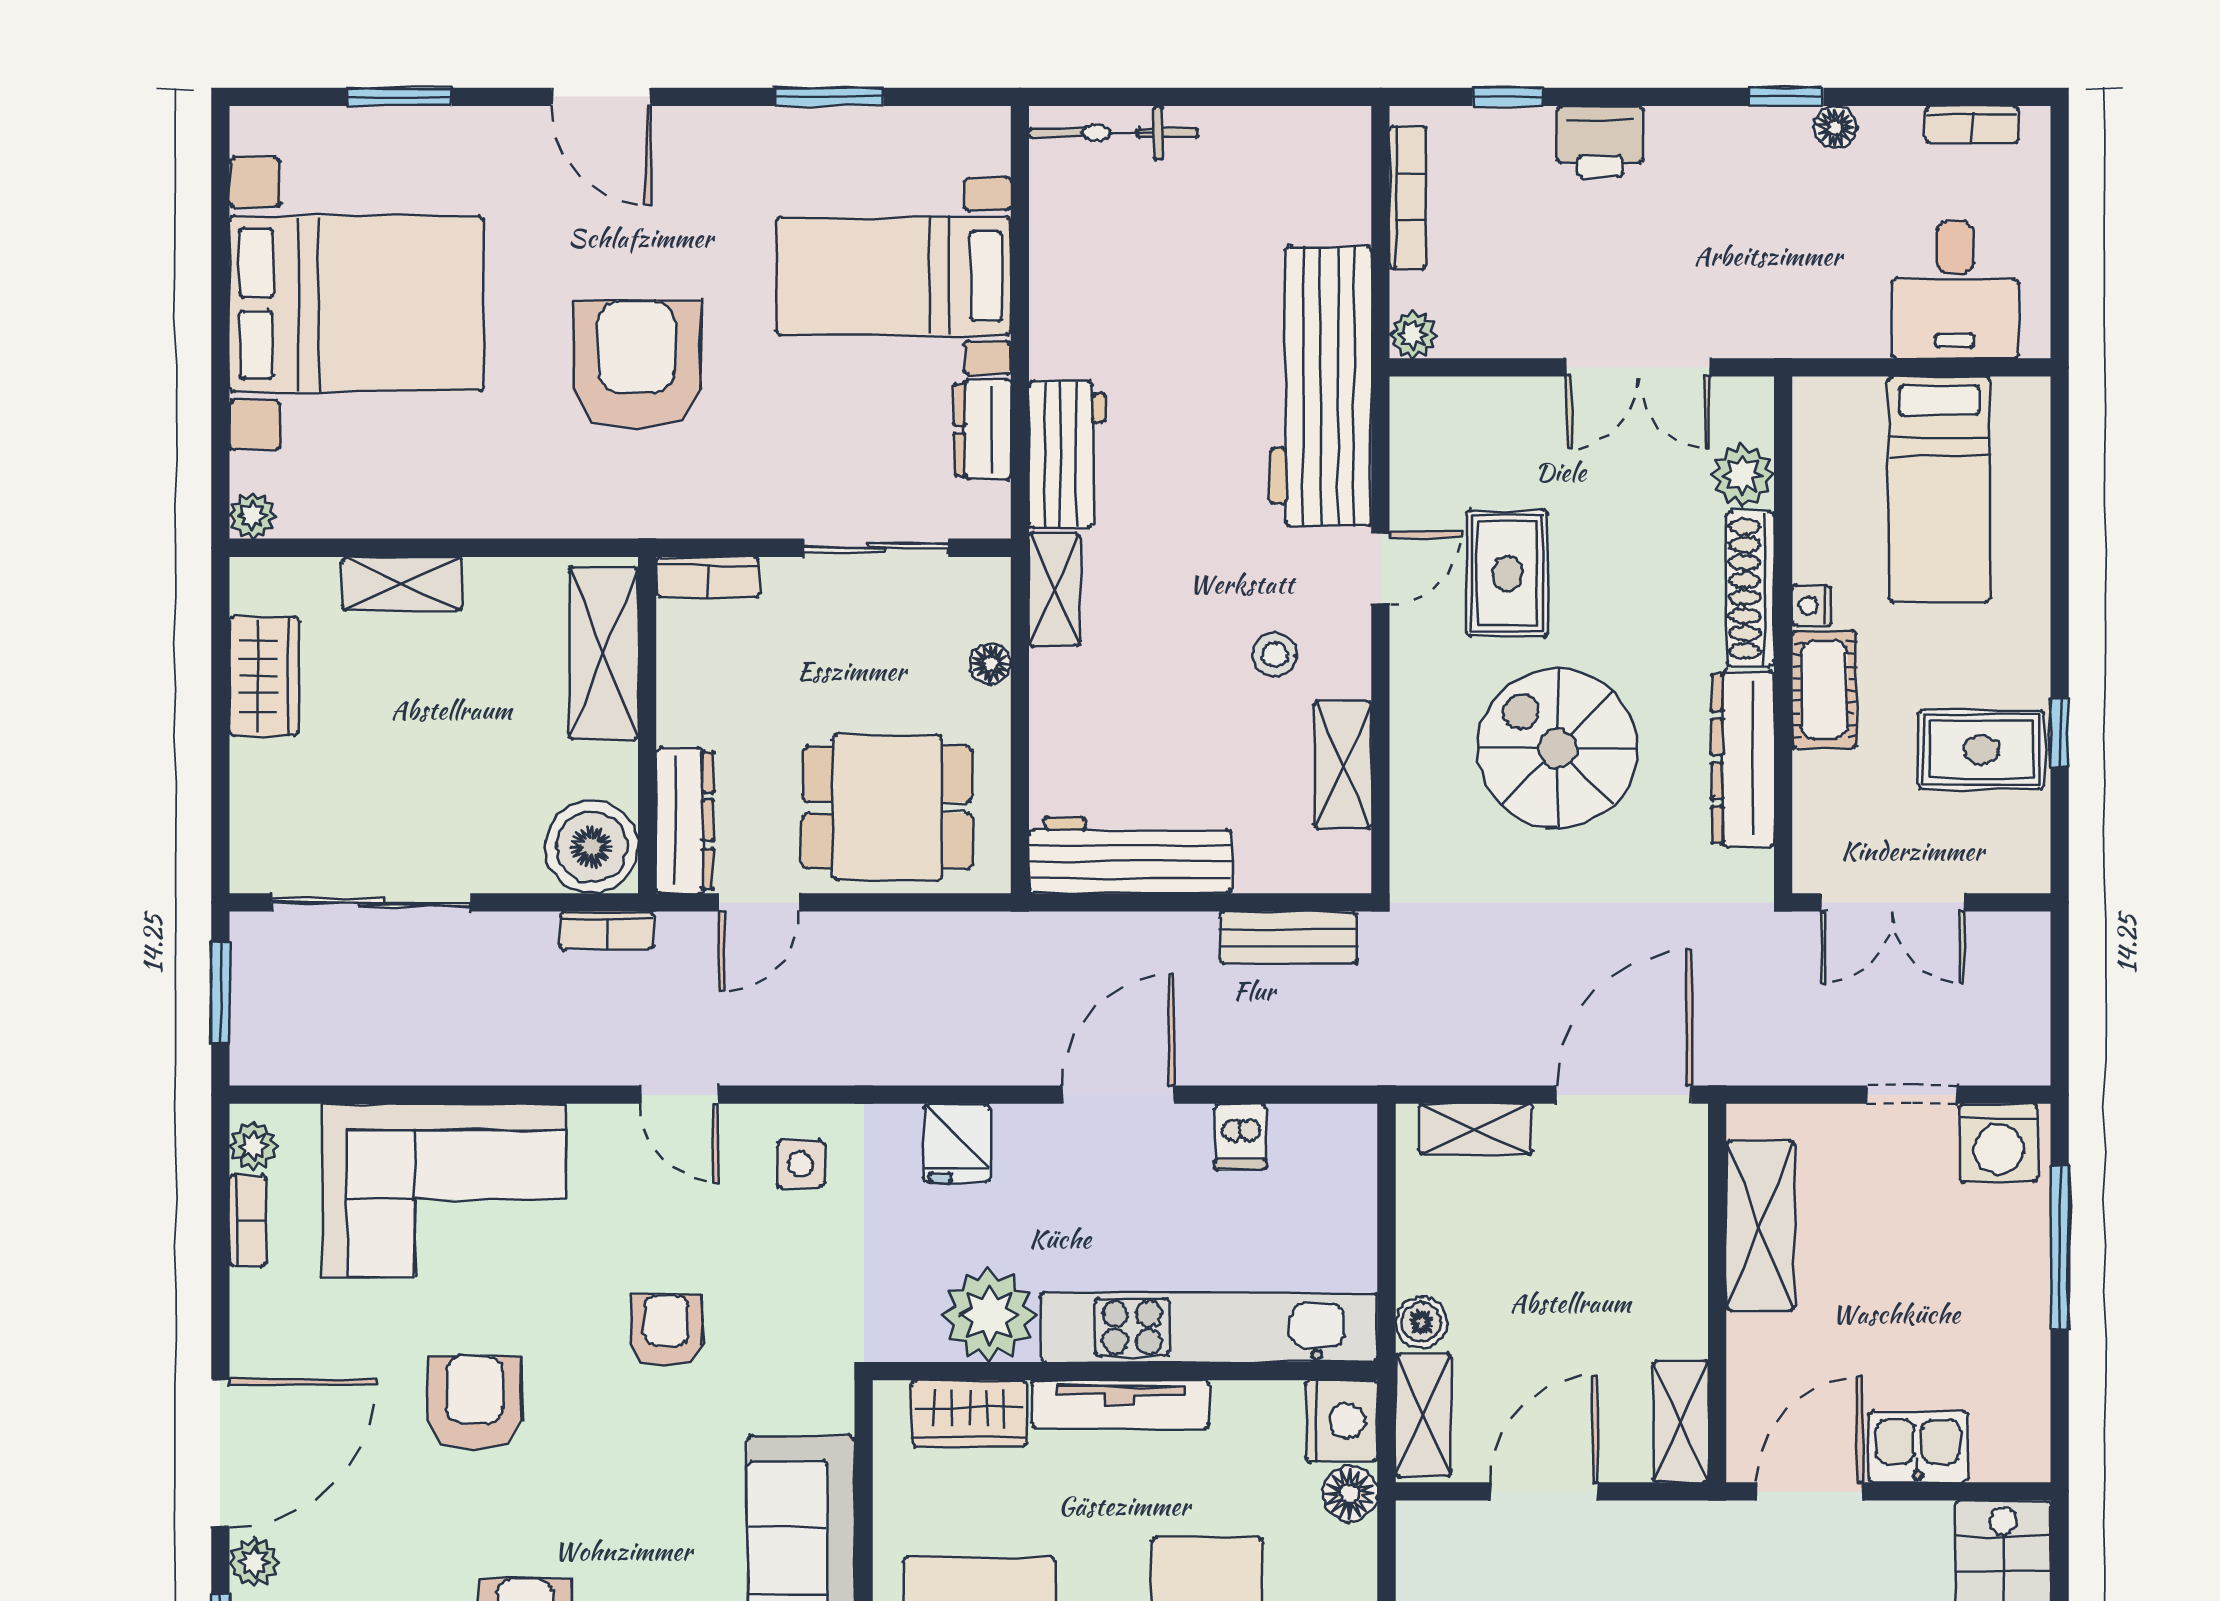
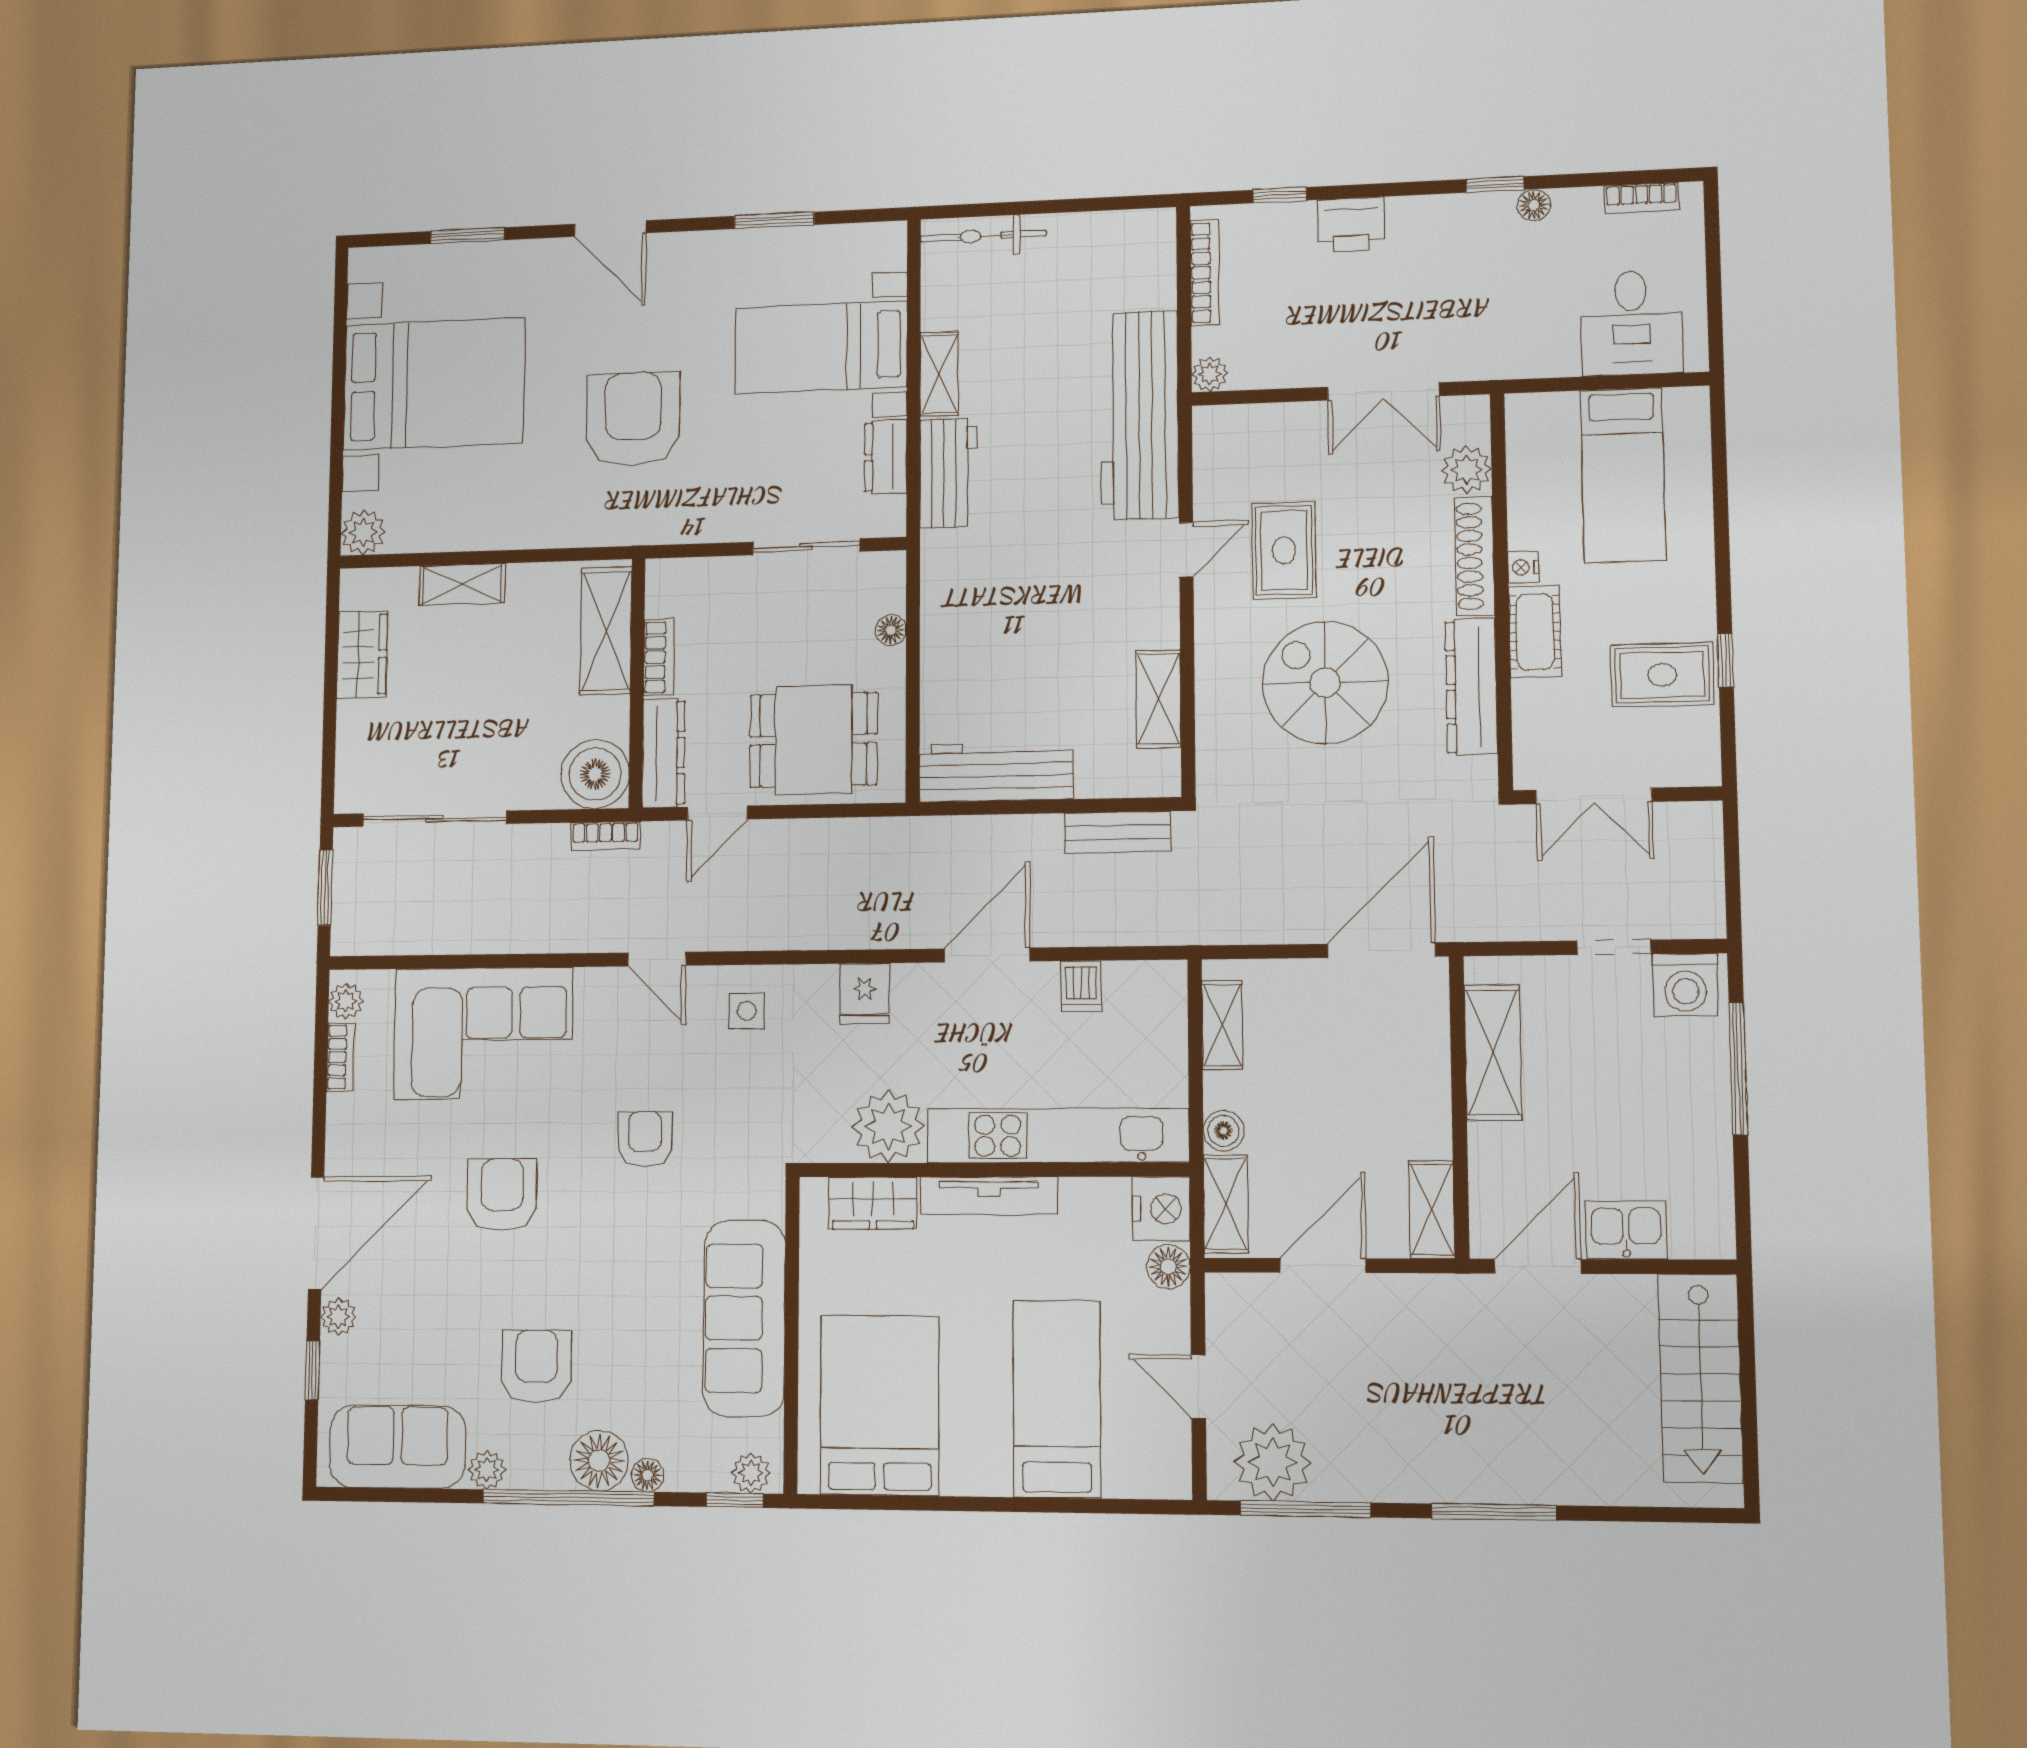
plant: (252, 516) -> (363, 532), width x1.38, depth x1.38
bookcase: (708, 577) -> (659, 657), moved, turned -90
shelving: (1054, 590) -> (939, 374), moved
stool: (1275, 654) -> (1106, 617), removed
shelving: (1476, 1129) -> (1222, 1025), moved, turned 90

